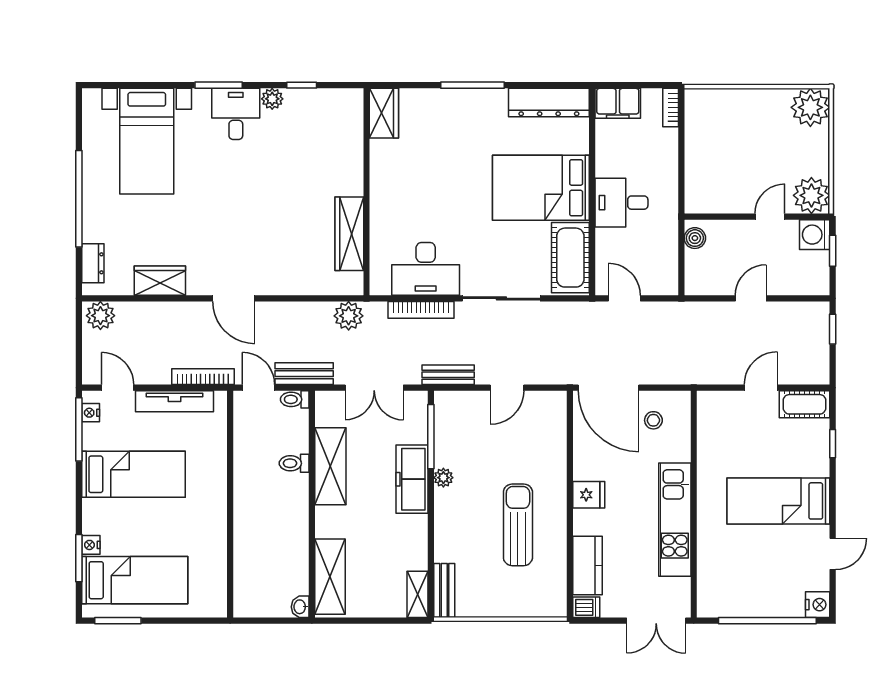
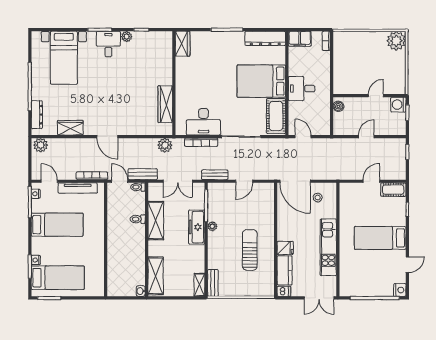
plant: (811, 195) -> (397, 85), removed
dresser: (93, 263) -> (37, 115), width x1.44
fridge: (589, 495) -> (285, 248), moved

